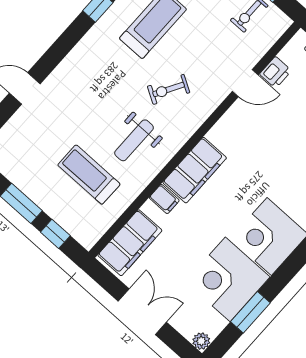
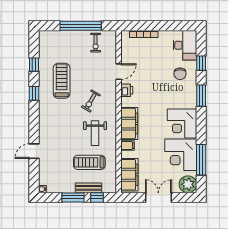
printer: (275, 72) -> (127, 90), moved
bench: (55, 210) -> (89, 188), added
window: (250, 312) -> (201, 160), width x1.44
plant: (201, 341) -> (188, 184), width x1.88, depth x1.88

